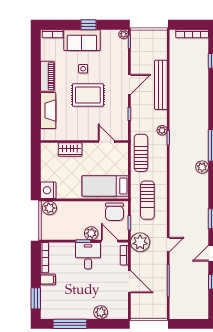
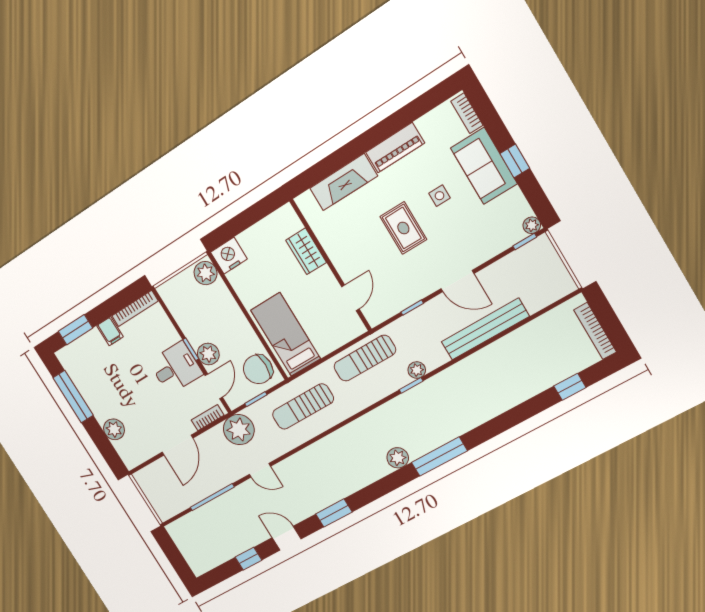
rug: (88, 95) -> (403, 228), width x0.73, depth x0.70
sun lounger: (141, 153) -> (365, 358), turned 180

